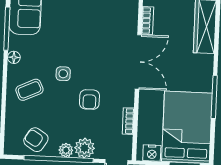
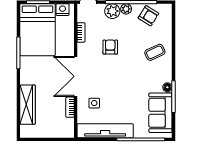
floor lamp: (14, 57) -> (167, 87), moved
side table: (63, 74) -> (94, 103), moved

